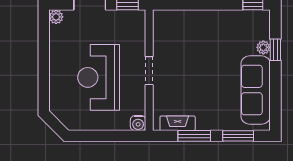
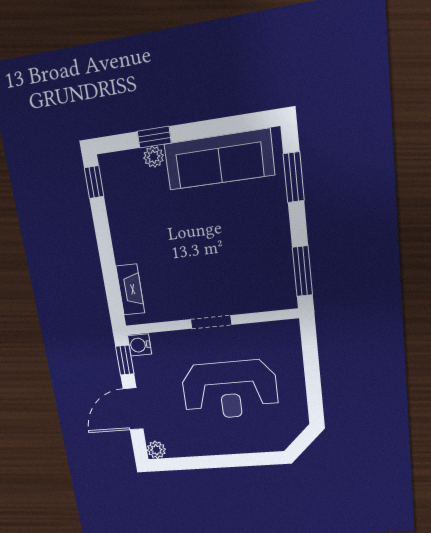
water cooler: (138, 123) -> (140, 345), moved, turned 180
fireplace: (178, 123) -> (130, 290), moved, turned 180
window: (194, 136) -> (303, 271), moved

